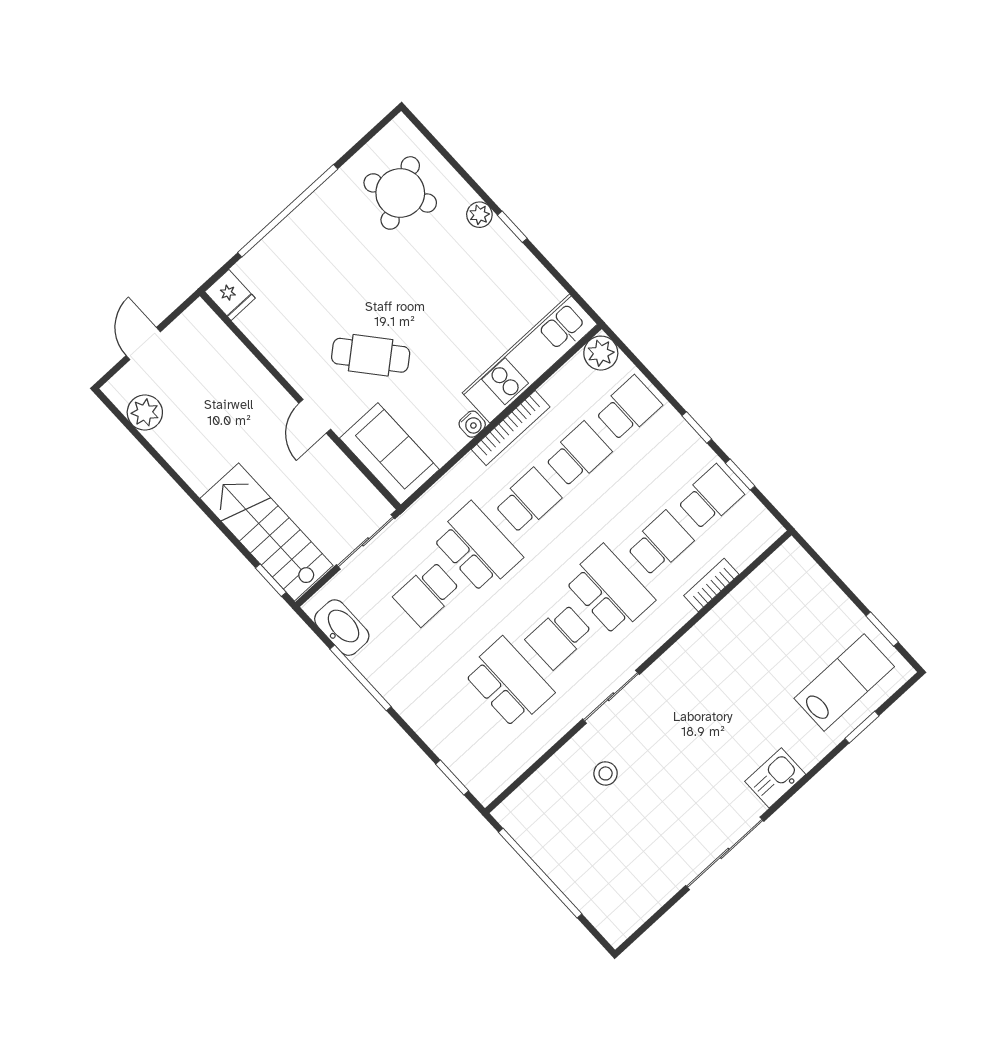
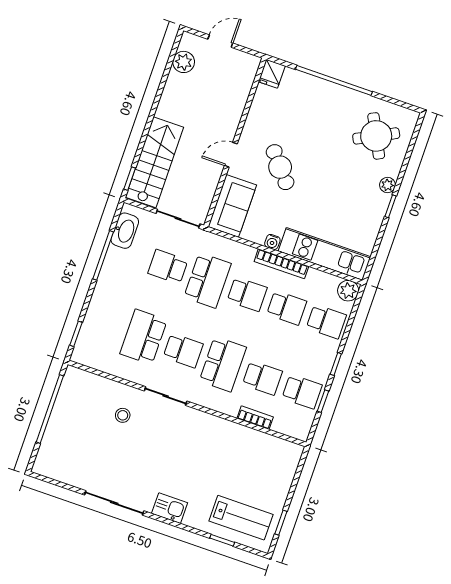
school desk: (559, 636) -> (183, 350), turned 180
school desk: (509, 683) -> (144, 337), turned 180

